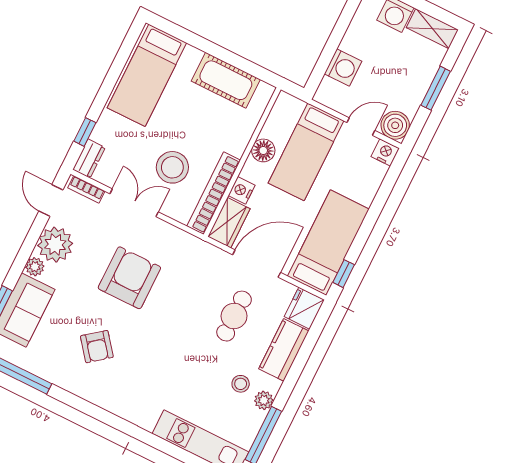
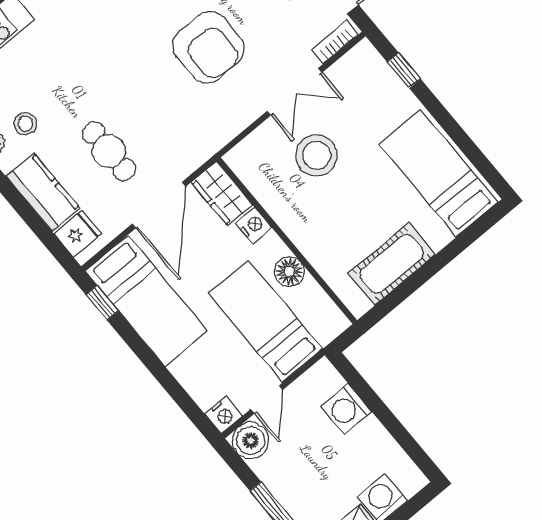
dresser: (89, 158) -> (370, 61), removed
bookcase: (214, 193) -> (265, 191), removed
fridge: (304, 308) -> (78, 234), width x0.72

